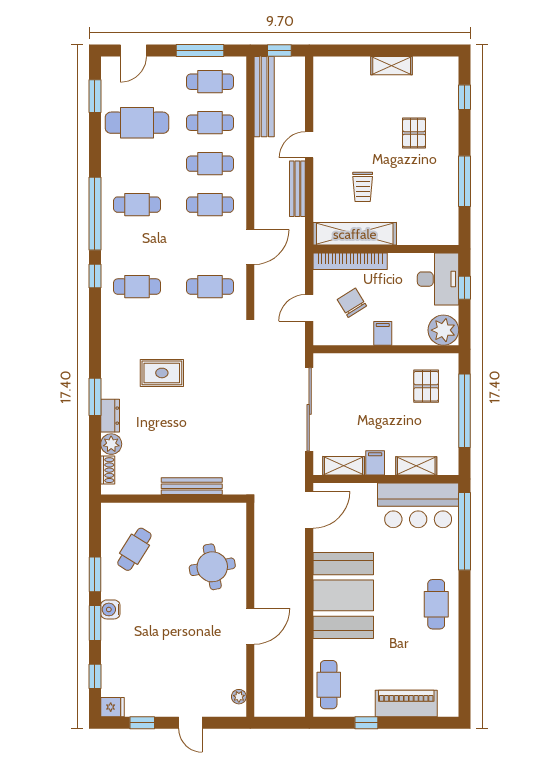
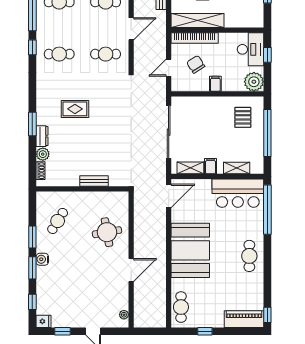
bench: (192, 486) -> (94, 181), width x0.73
window: (464, 697) -> (267, 315), added
piano: (406, 703) -> (244, 319), moved

